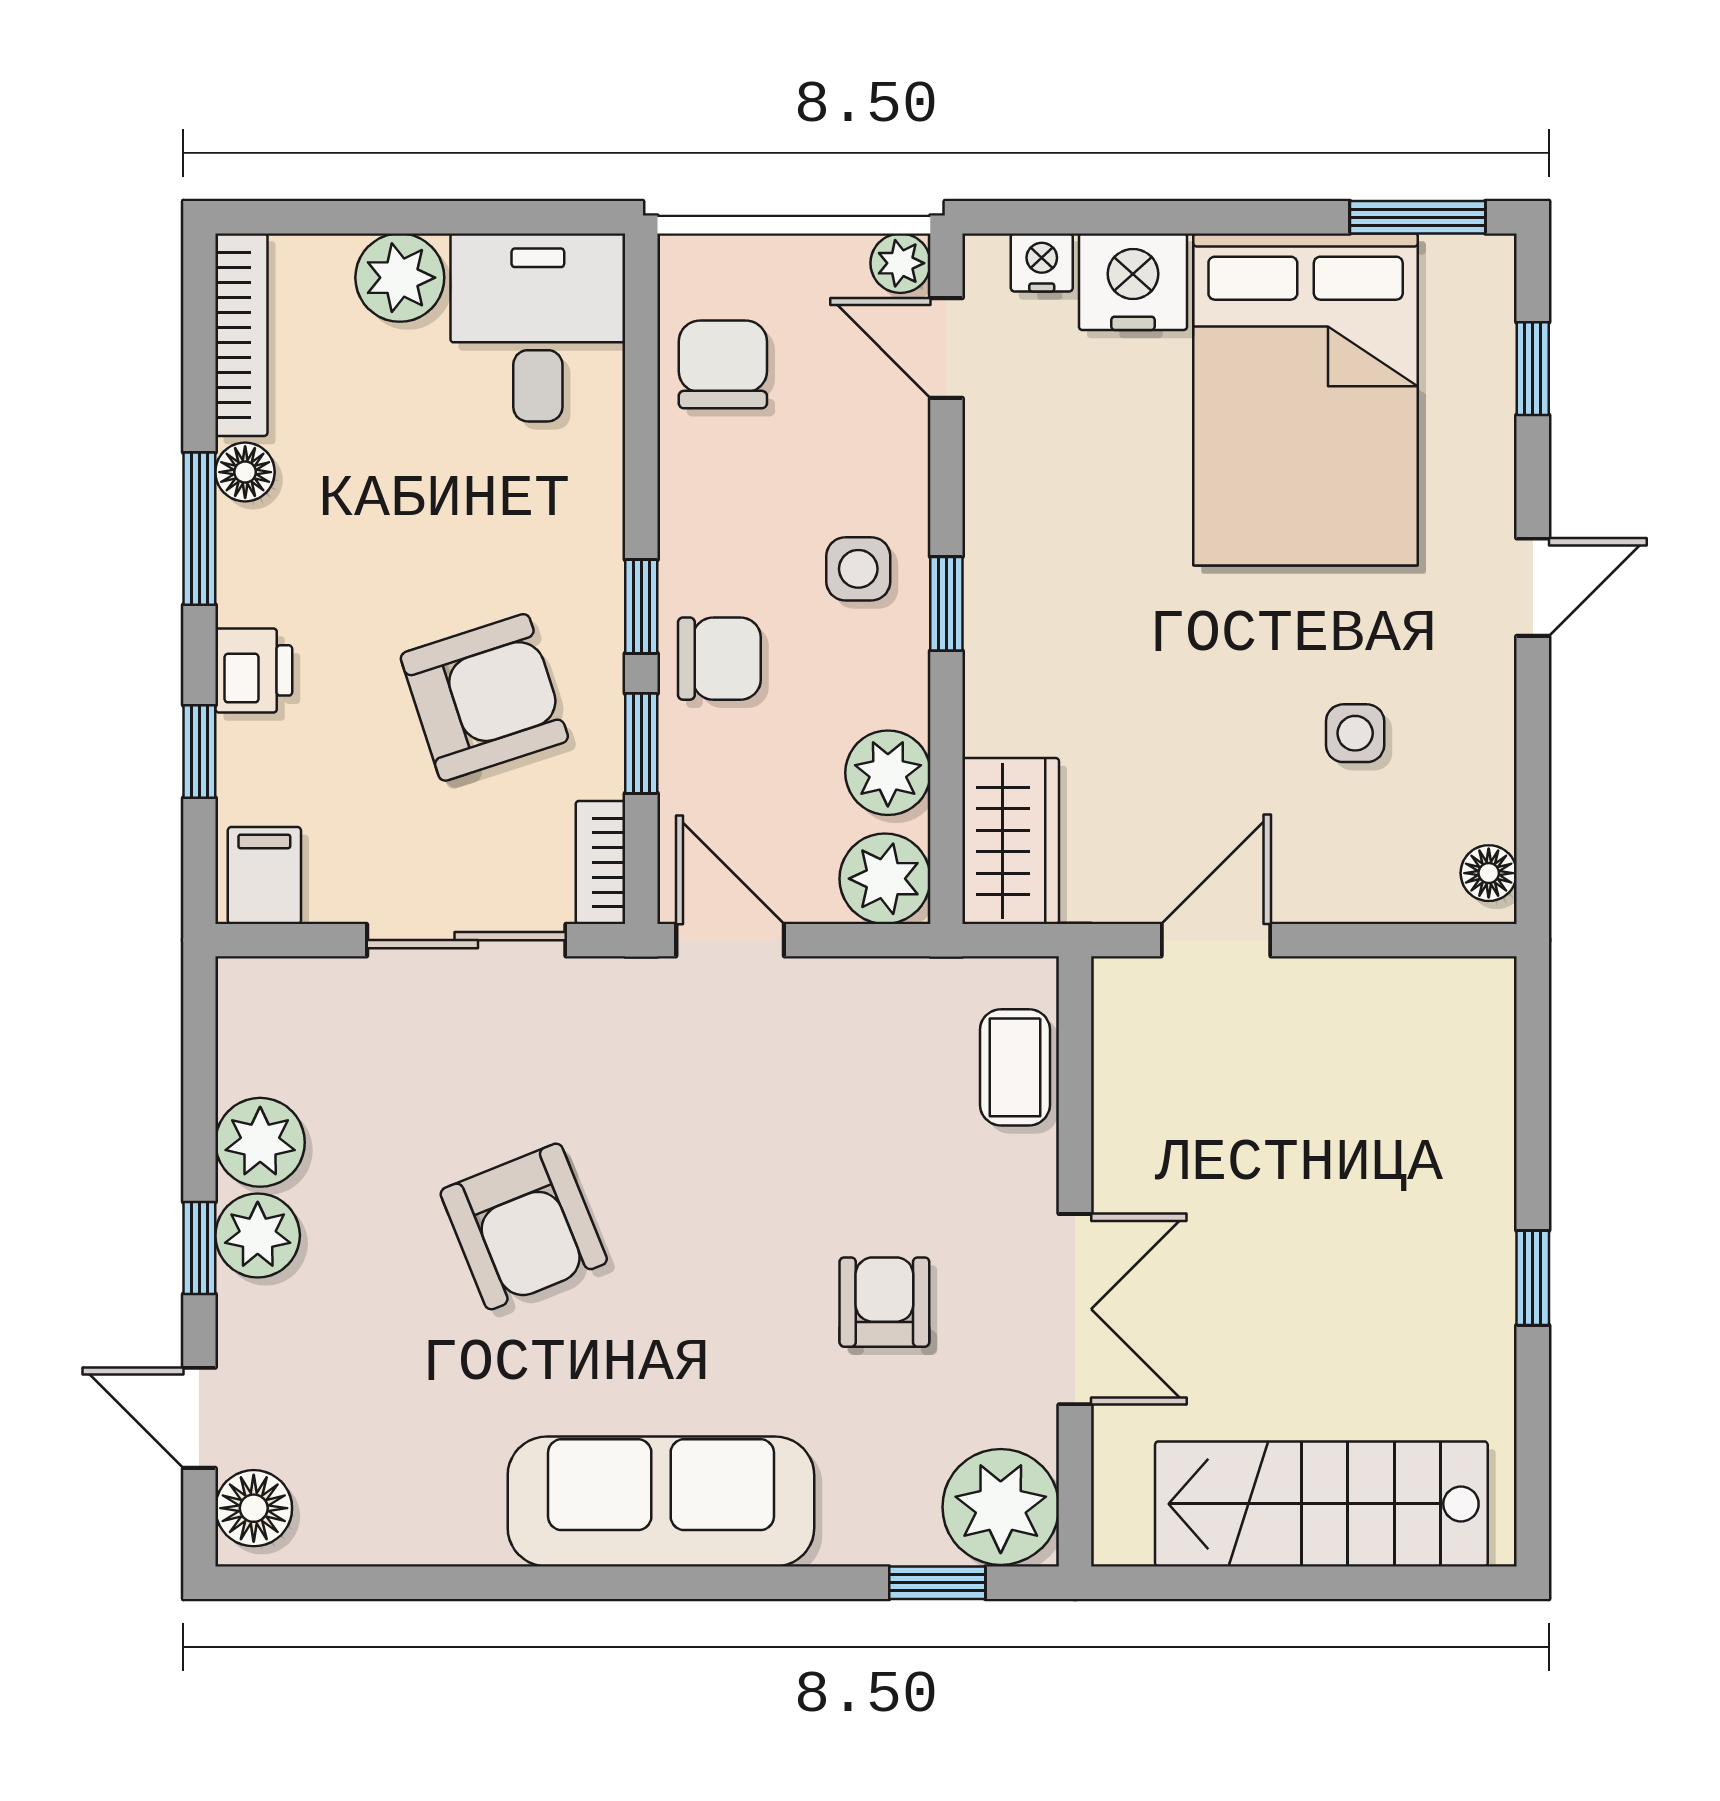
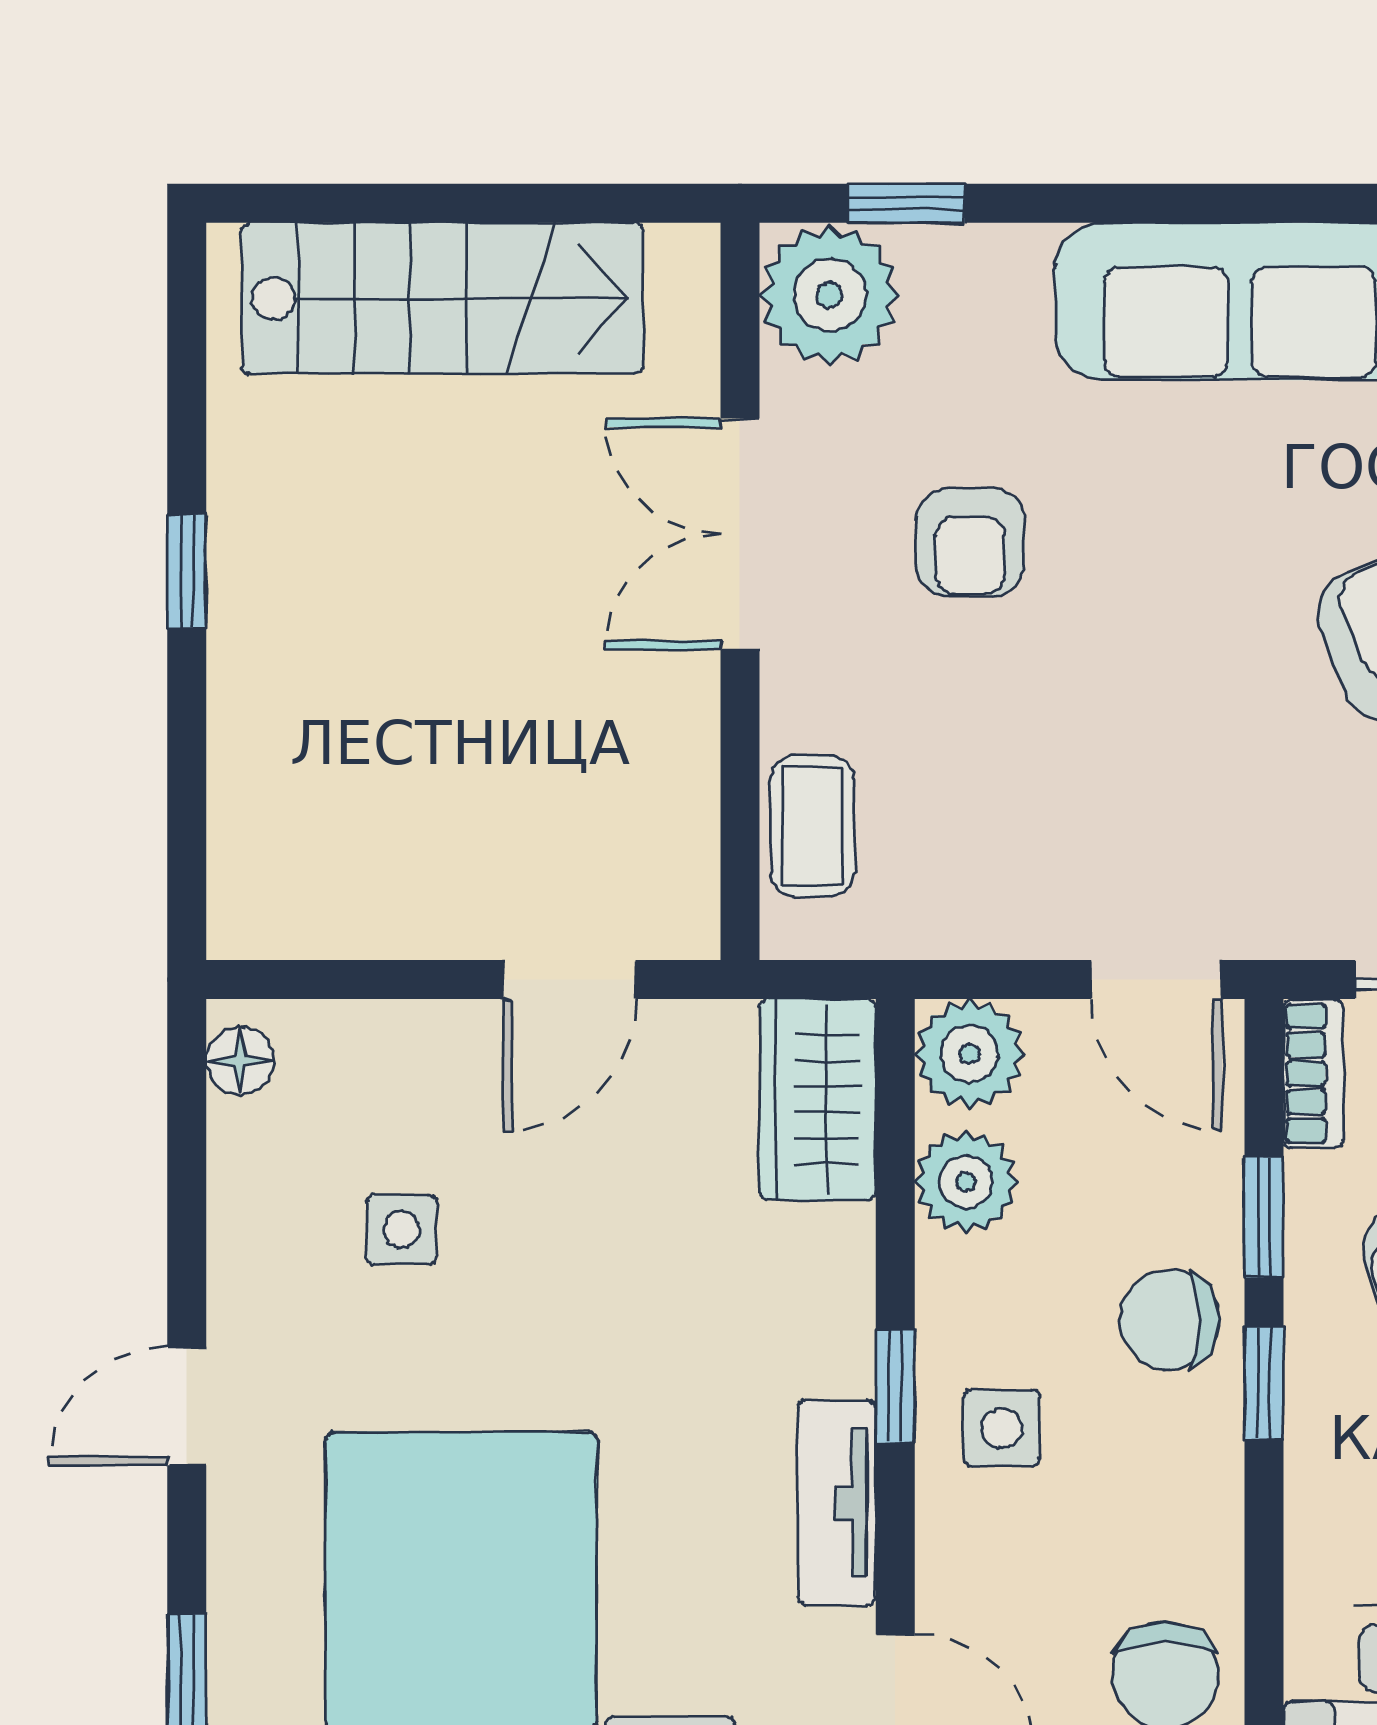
tv unit: (995, 507) -> (837, 1503), added

